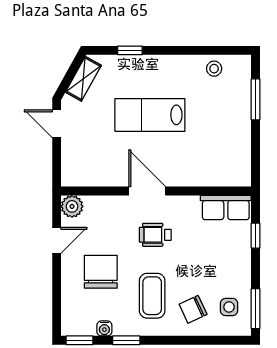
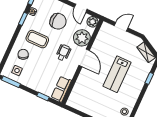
lab bench: (150, 115) -> (117, 74), turned 180
door: (57, 124) -> (121, 27), moved
door: (147, 191) -> (84, 58), hinge flipped
plant: (111, 212) -> (82, 38), added

